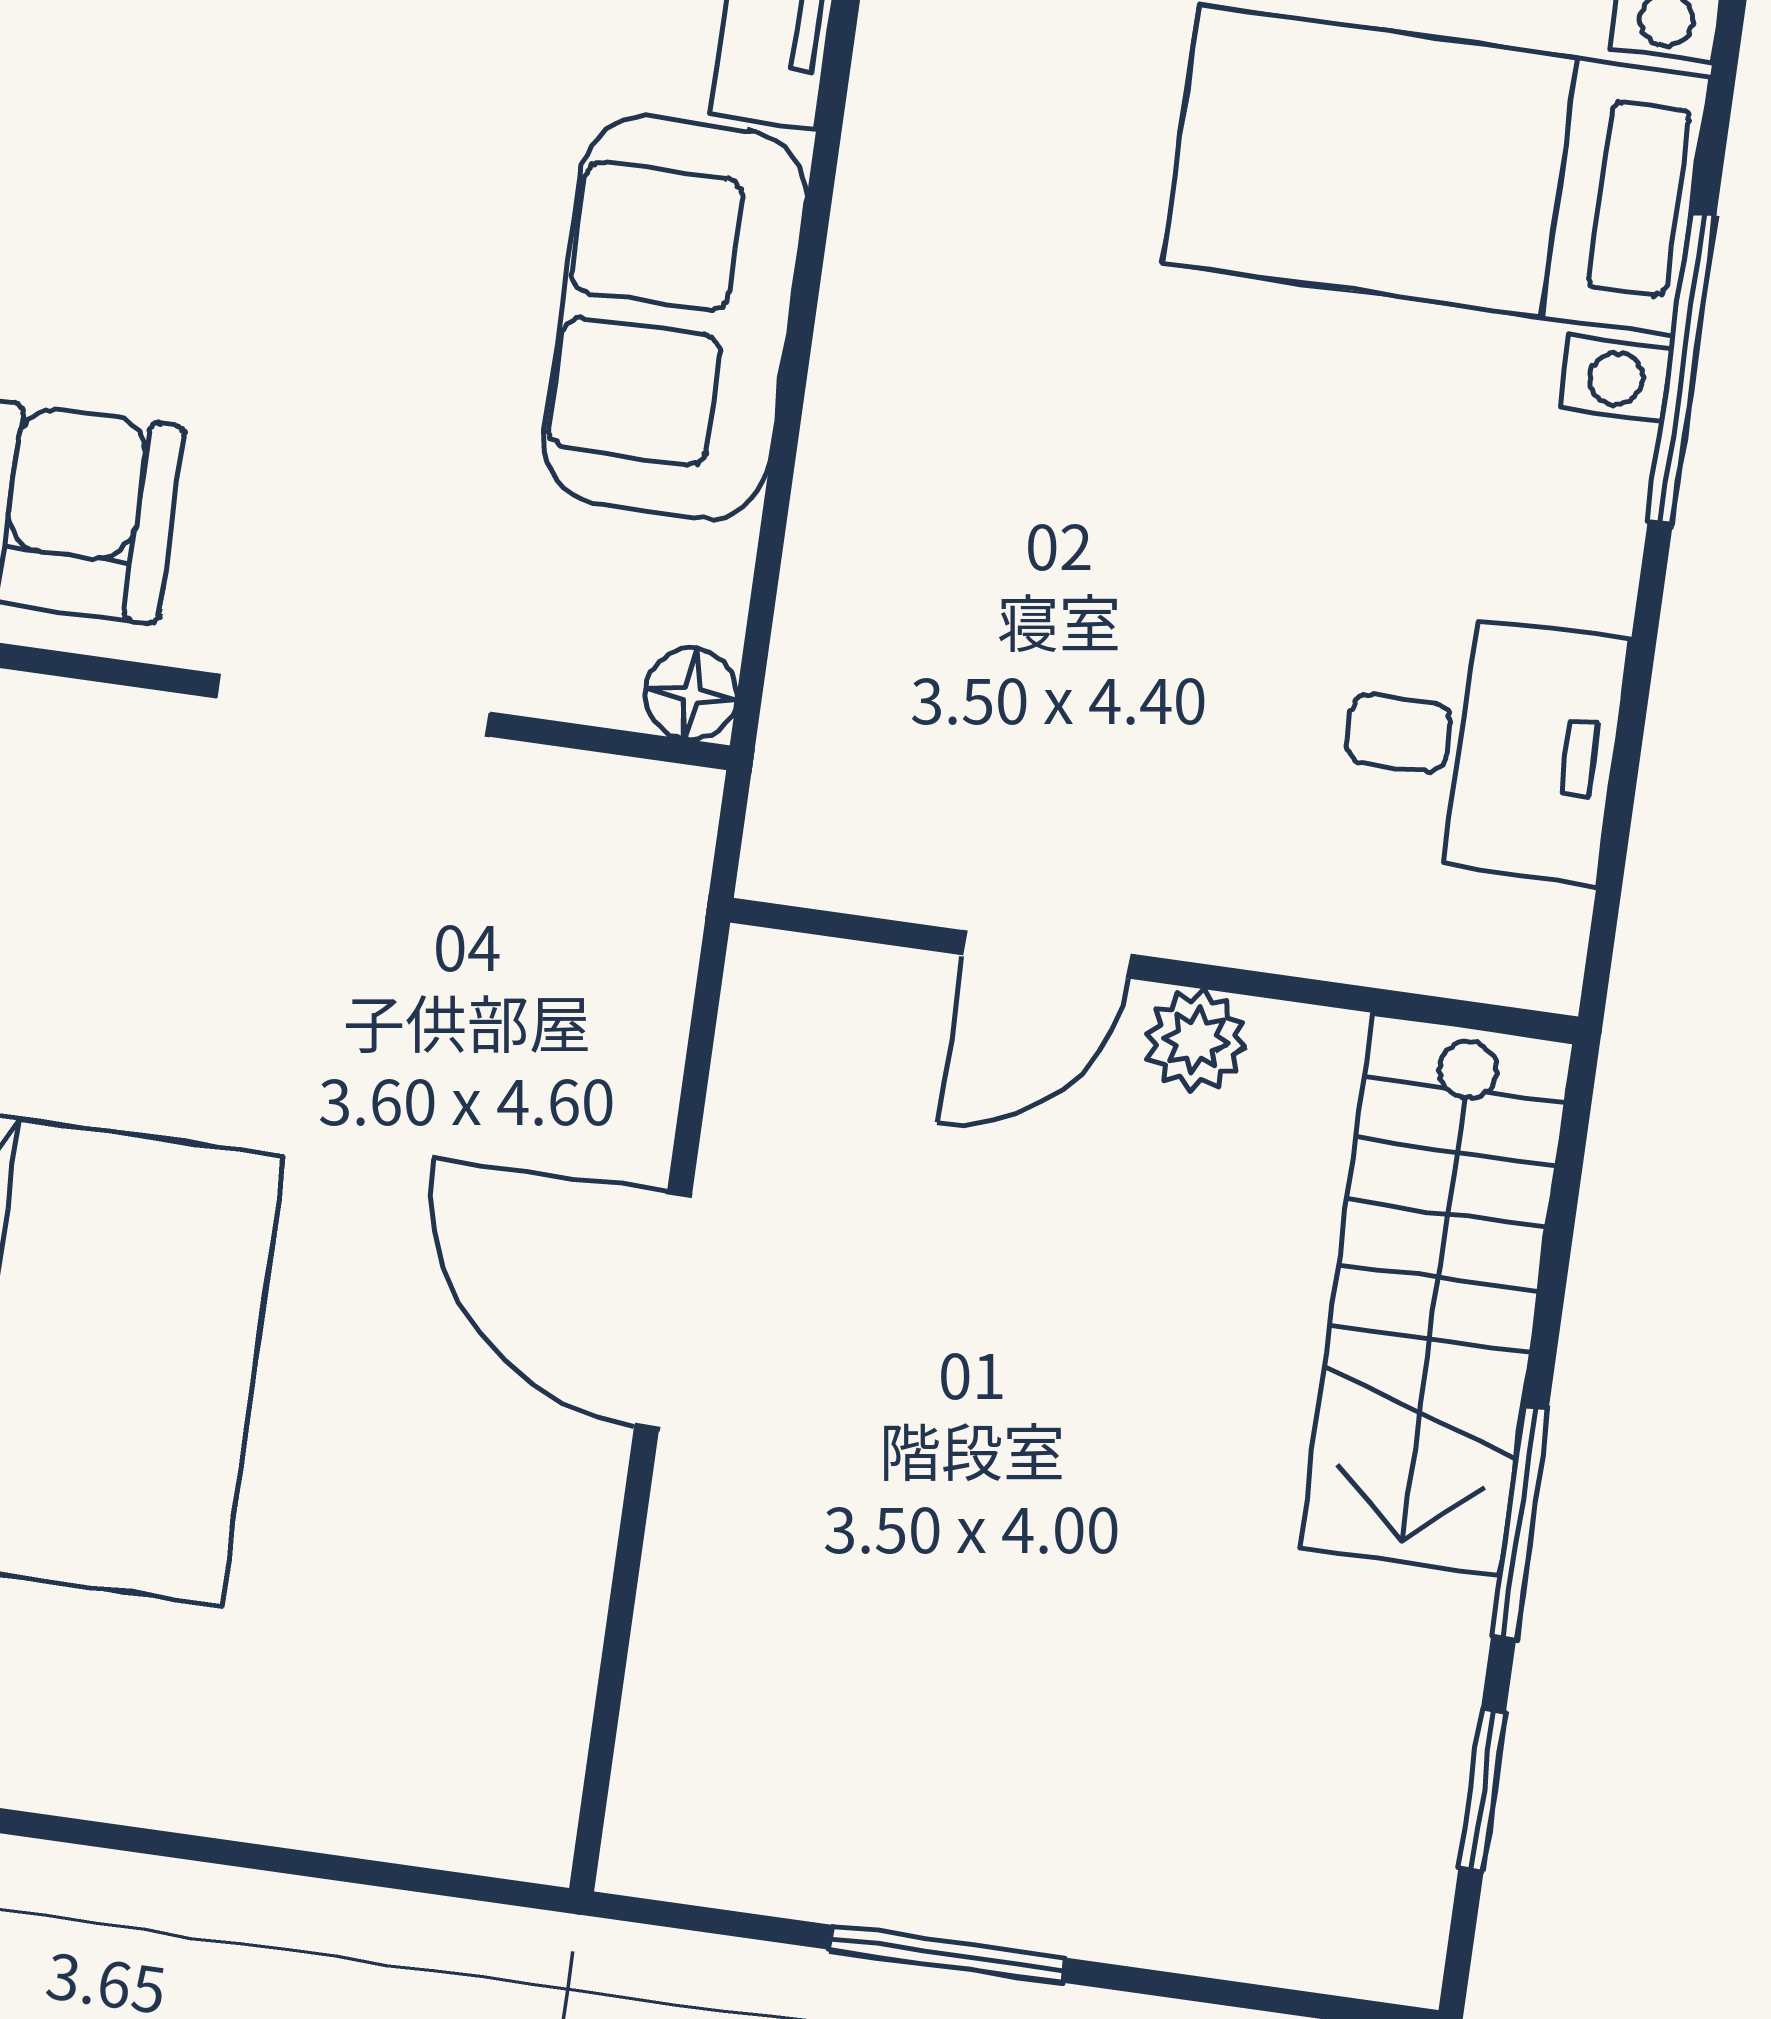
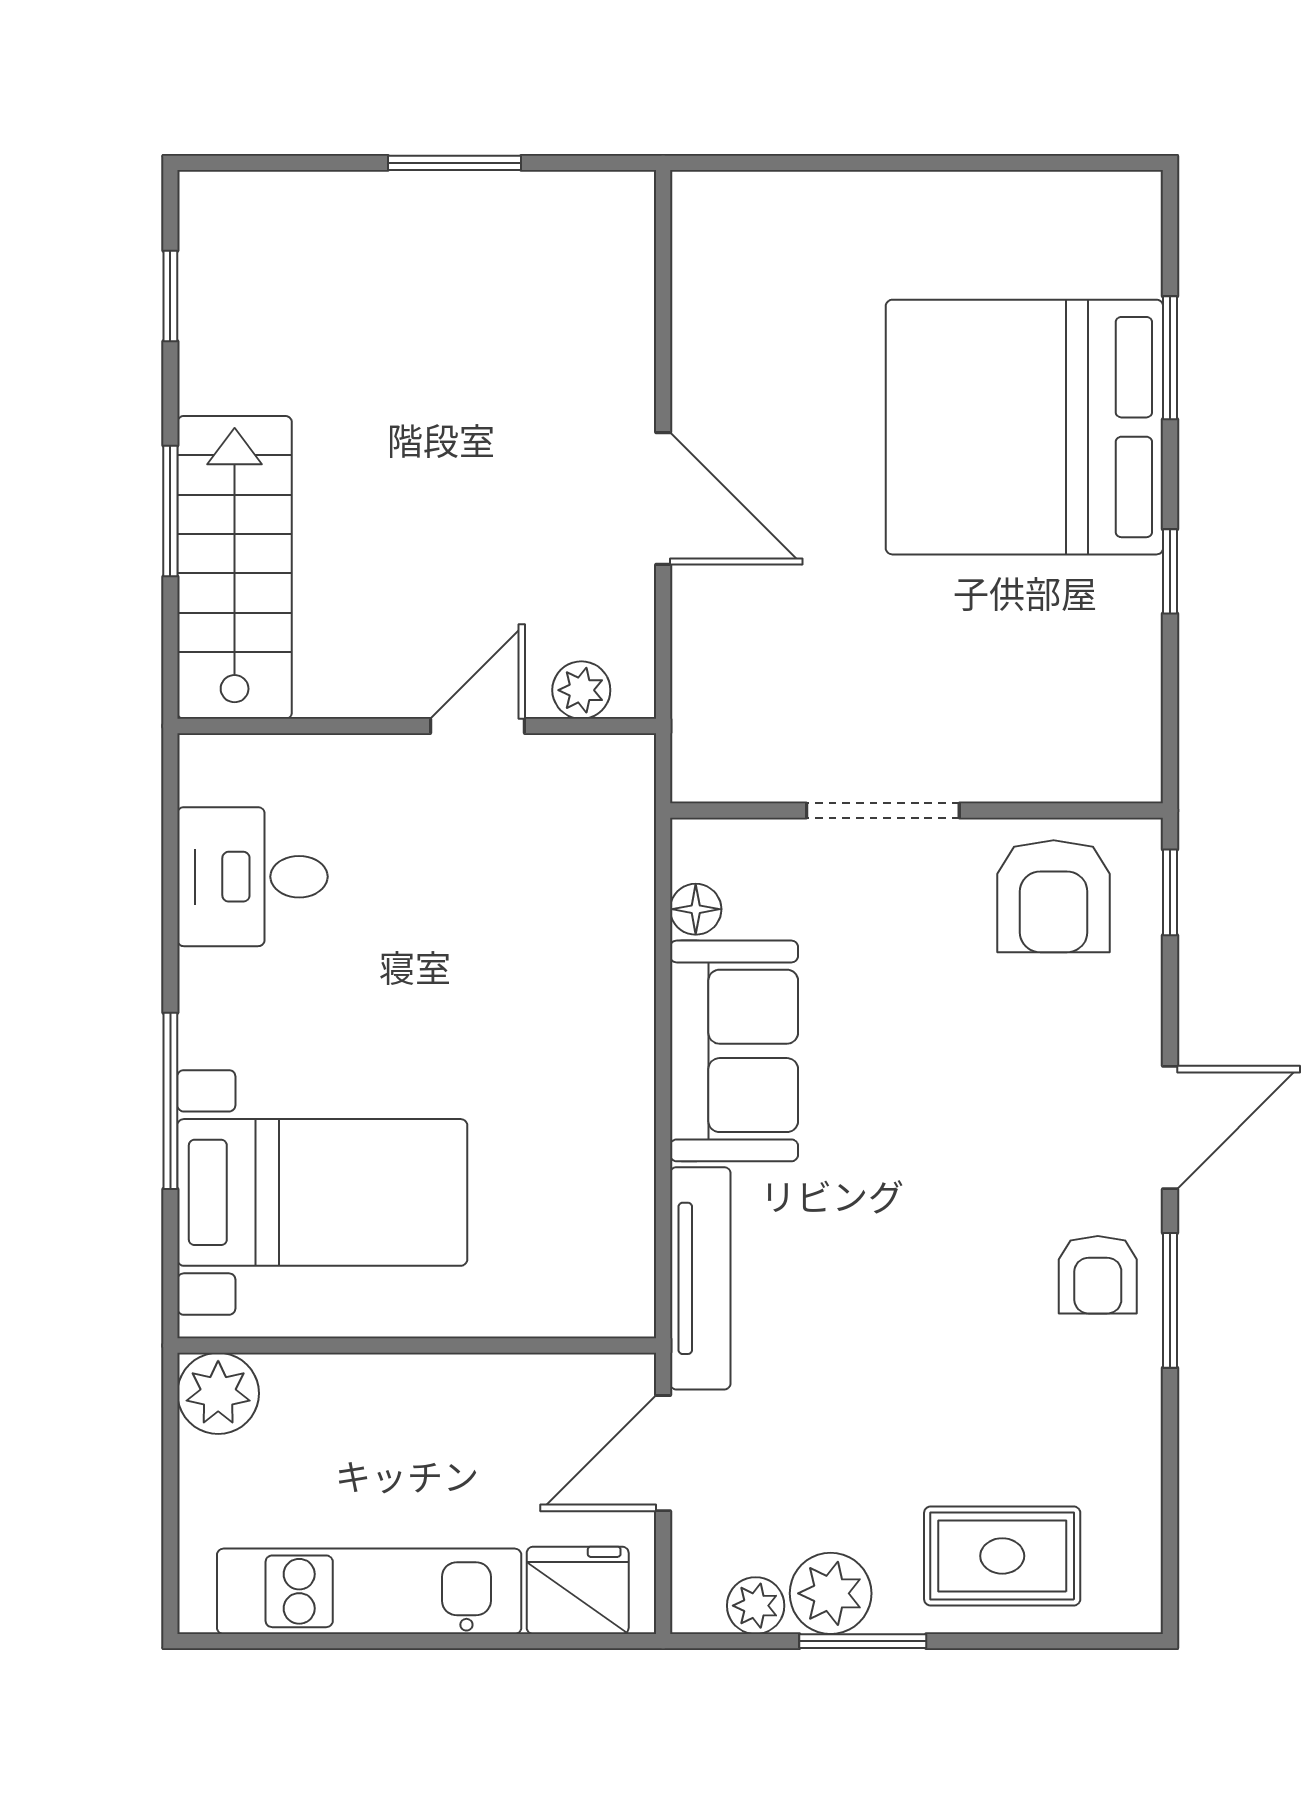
floor lamp: (691, 694) -> (696, 909), moved
plant: (1196, 1040) -> (581, 690), moved
window: (1520, 1522) -> (170, 511), moved

